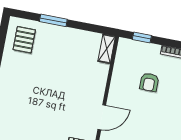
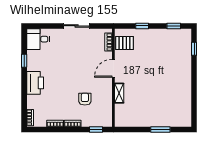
pallet: (24, 40) -> (178, 112), removed
shelving: (107, 49) -> (119, 93), moved

